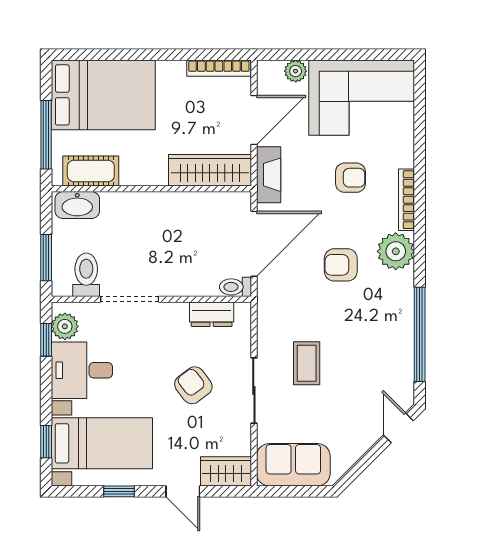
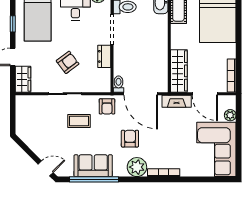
armchair: (351, 178) -> (107, 106), moved
dresser: (212, 314) -> (104, 56), moved
sofa: (293, 465) -> (93, 166), moved, turned -90

